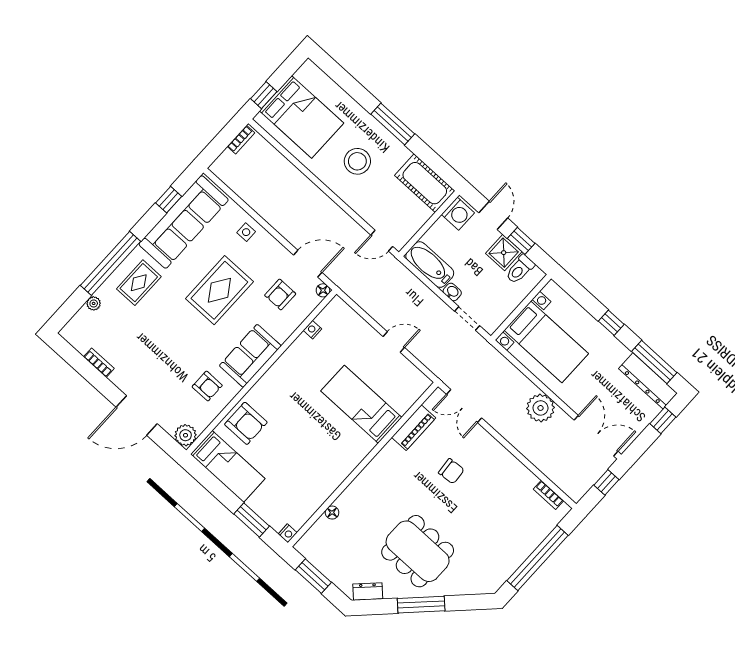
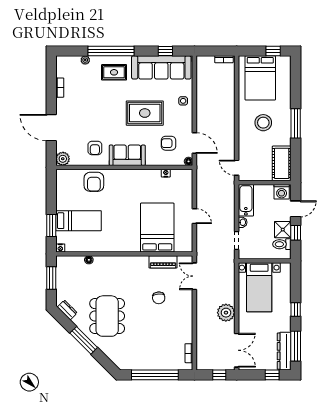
window: (264, 95) -> (273, 51), moved
bed: (361, 404) -> (157, 228), width x1.50
bed: (228, 466) -> (79, 221), moved, turned -90

